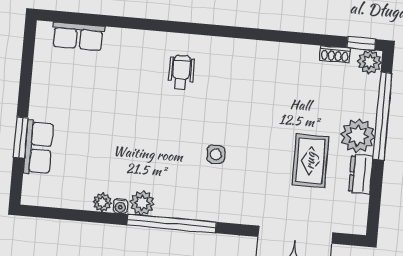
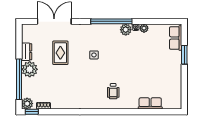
row of seats: (78, 36) -> (150, 103), moved
row of seats: (38, 147) -> (176, 38), moved
rug: (310, 161) -> (60, 53), moved

